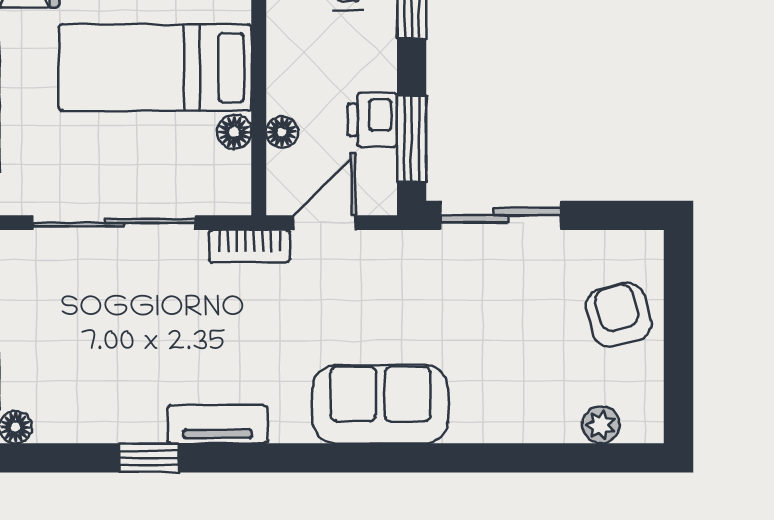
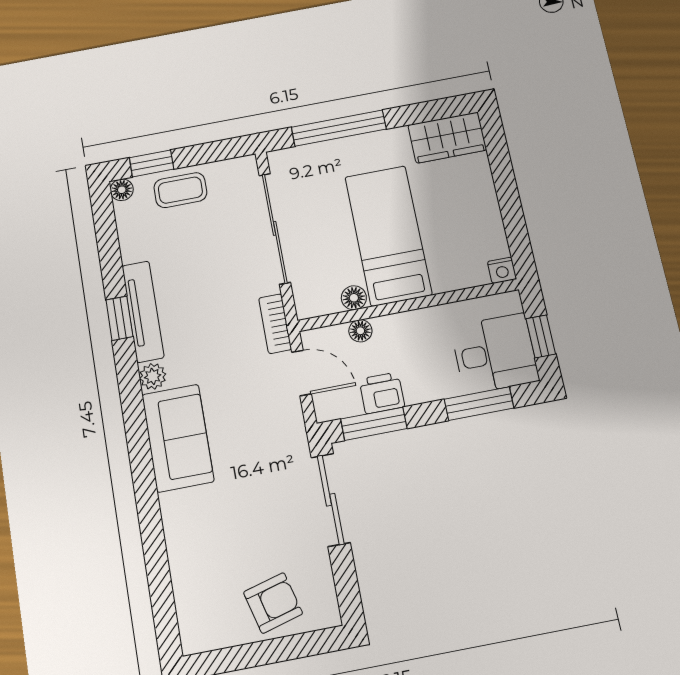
coffee table: (32, 345) -> (180, 190), added
tv unit: (218, 424) -> (143, 312), width x1.41
plant: (601, 425) -> (153, 376), moved
window: (149, 458) -> (119, 318), moved

